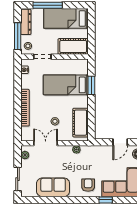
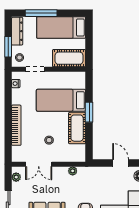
window: (18, 36) -> (8, 47), width x0.69
window: (91, 85) -> (89, 112), moved
cot: (81, 123) -> (77, 128), moved
door: (120, 142) -> (121, 163), swing flipped
double door: (46, 143) -> (39, 164), swing flipped

